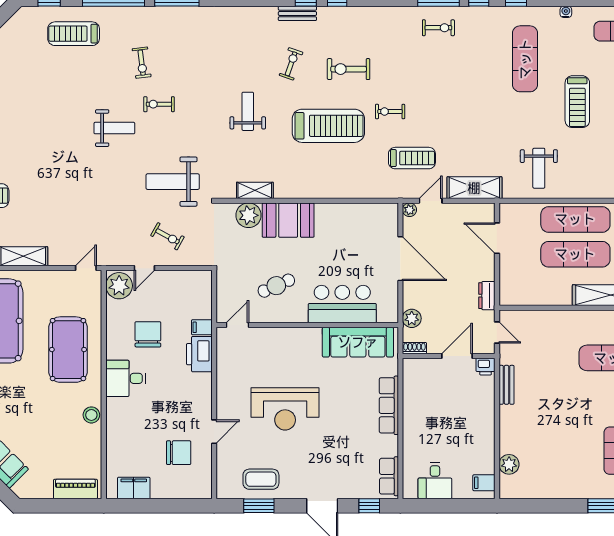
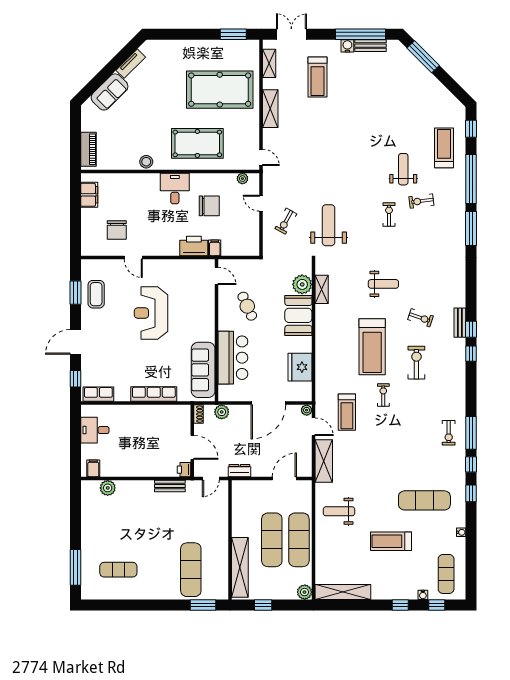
weight bench: (114, 128) -> (403, 169), moved, turned 180
fridge: (354, 218) -> (300, 367), added
plant: (119, 286) -> (242, 179), width x0.53, depth x0.53

